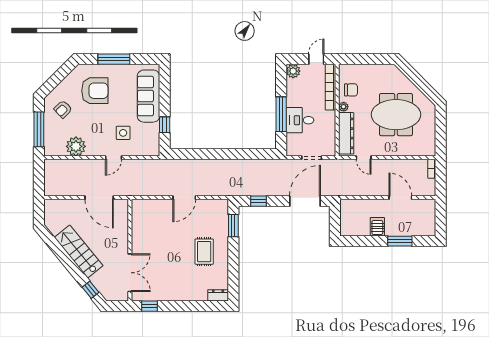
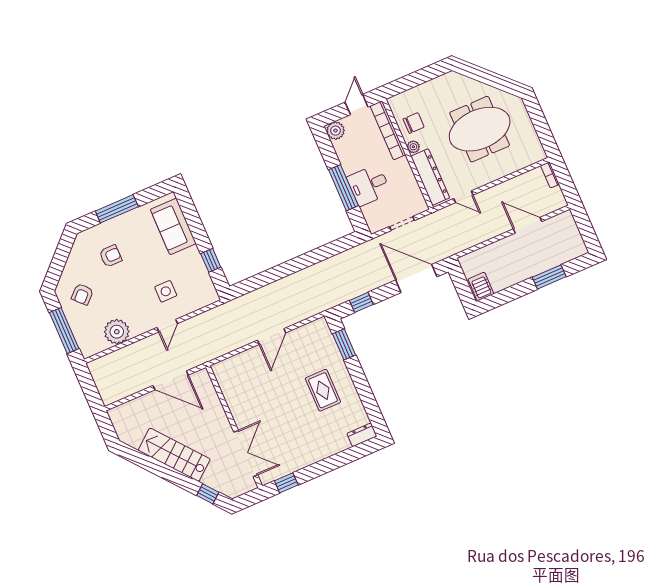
armchair: (95, 91) -> (111, 256), width x0.53, depth x0.53
sofa: (148, 96) -> (173, 226), width x0.73
door: (305, 201) -> (416, 278), hinge flipped
server rack: (377, 227) -> (481, 286), moved

